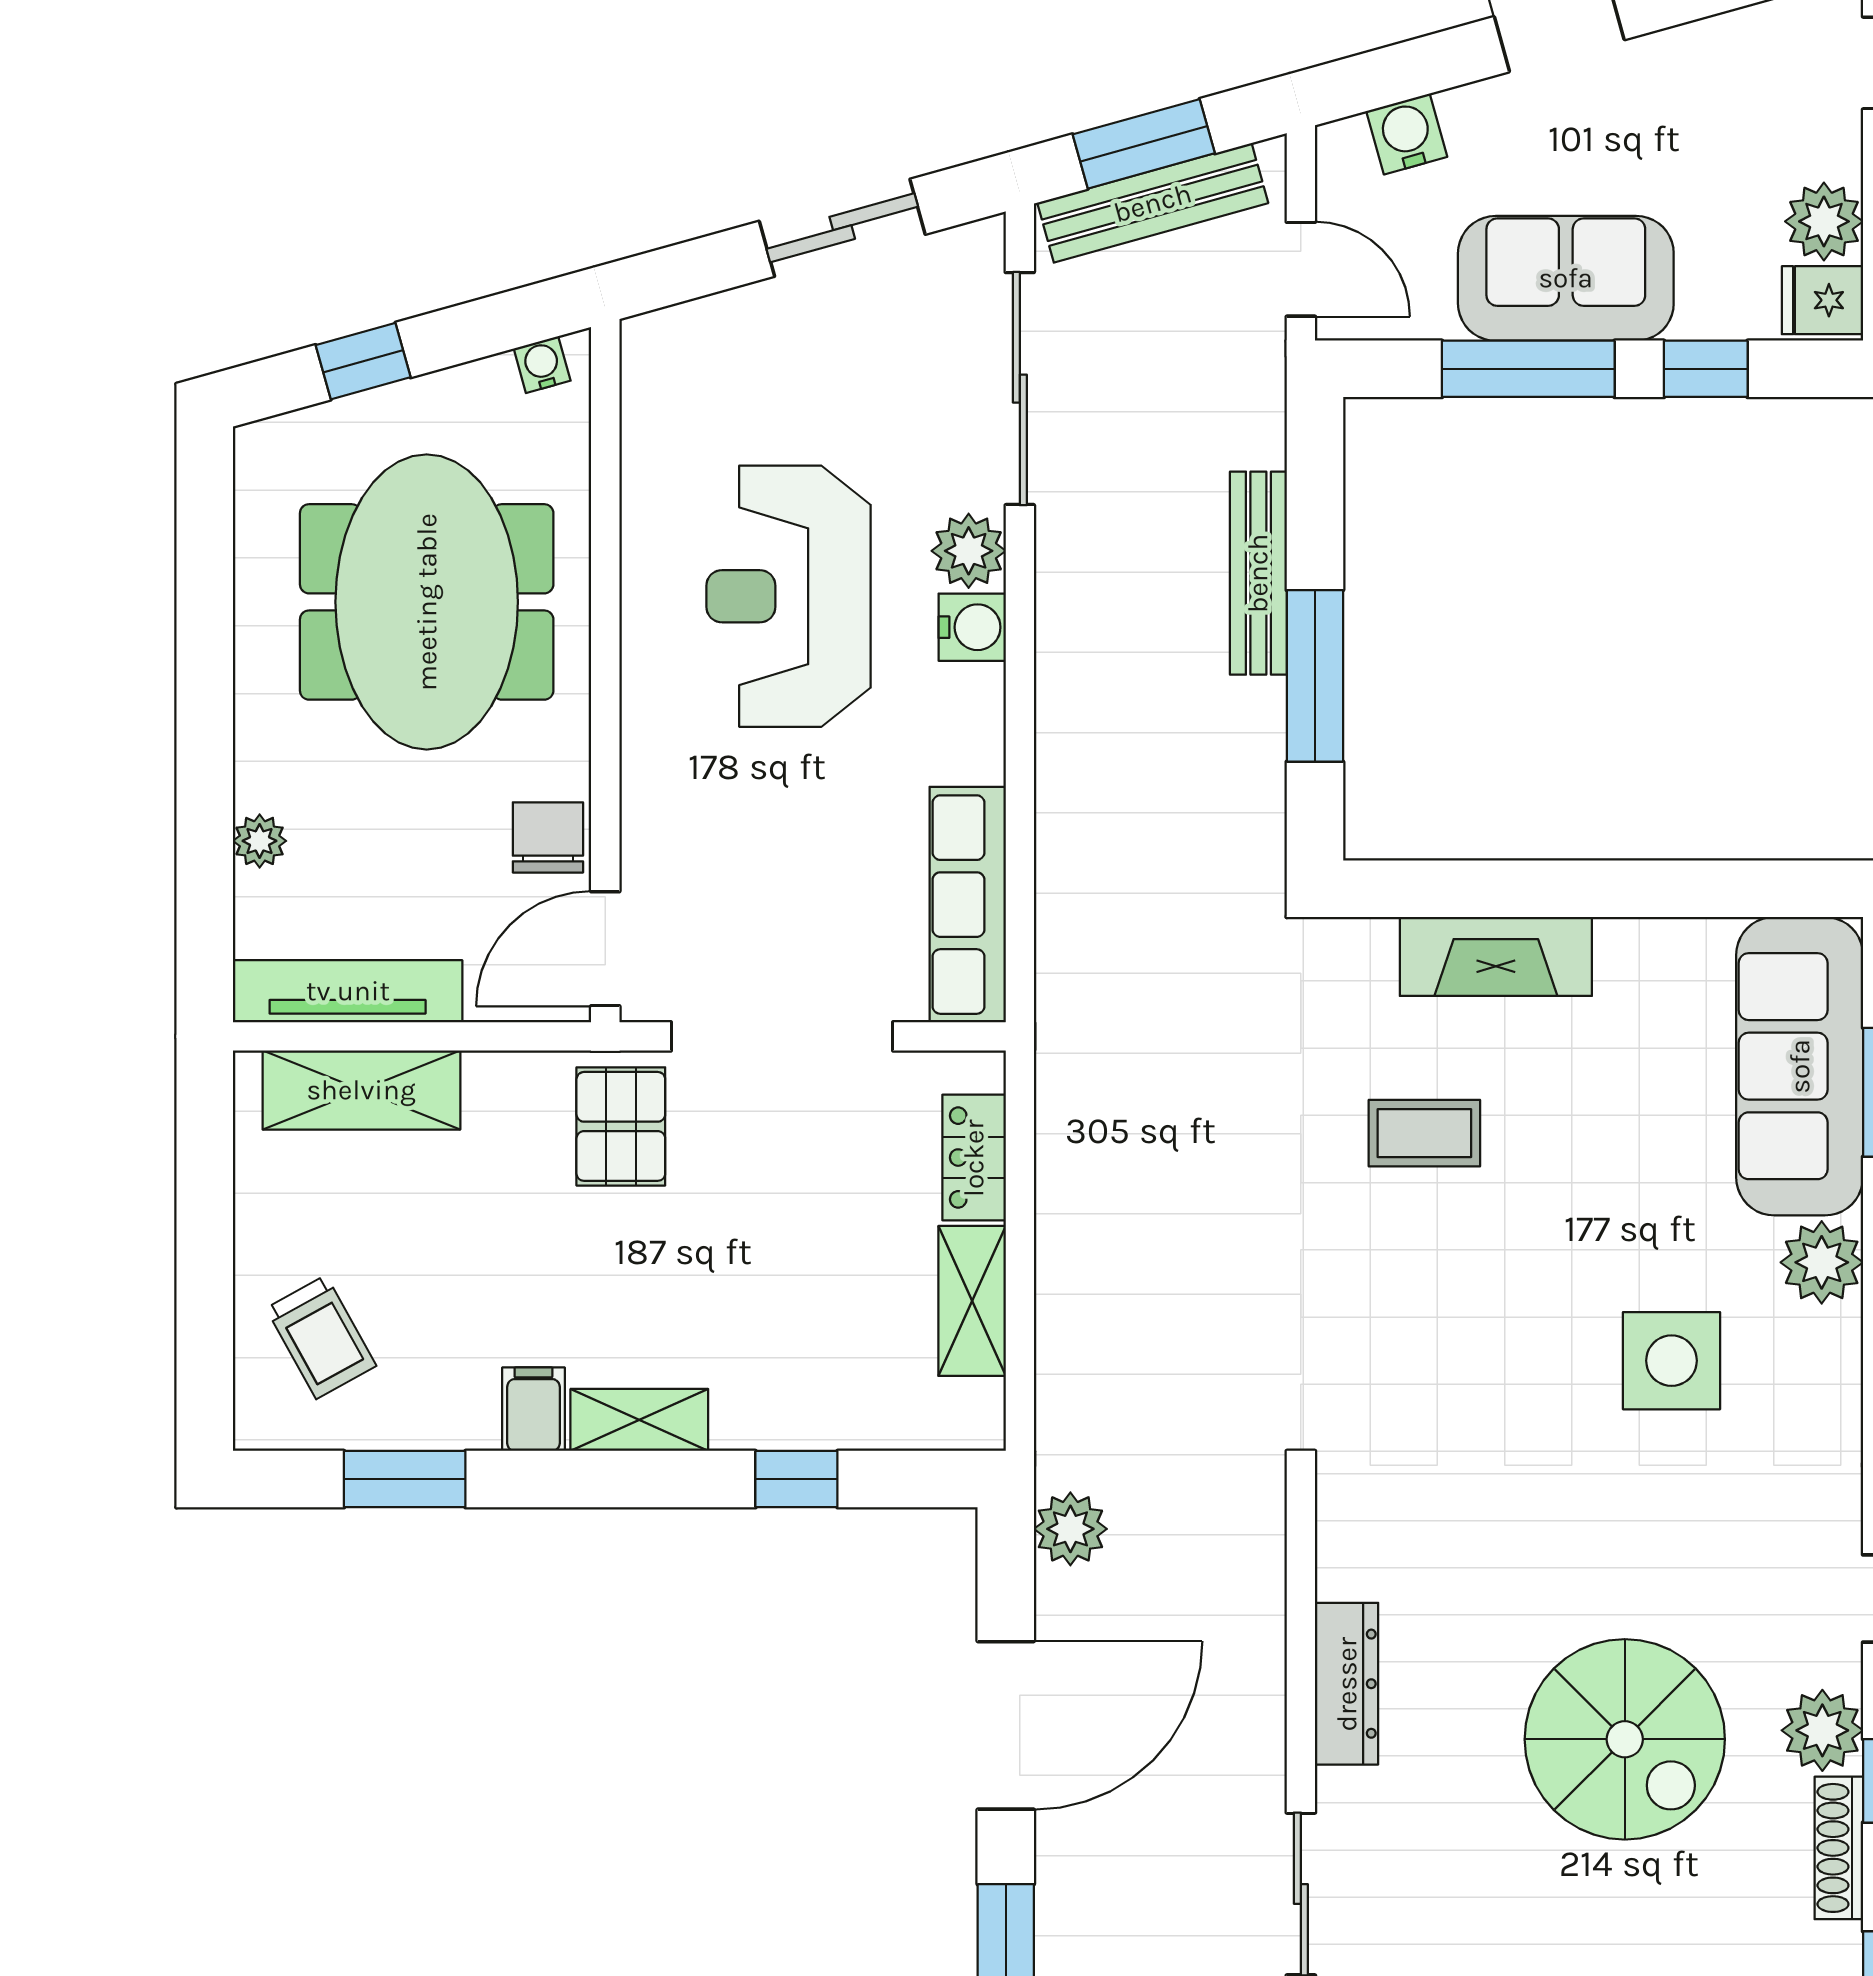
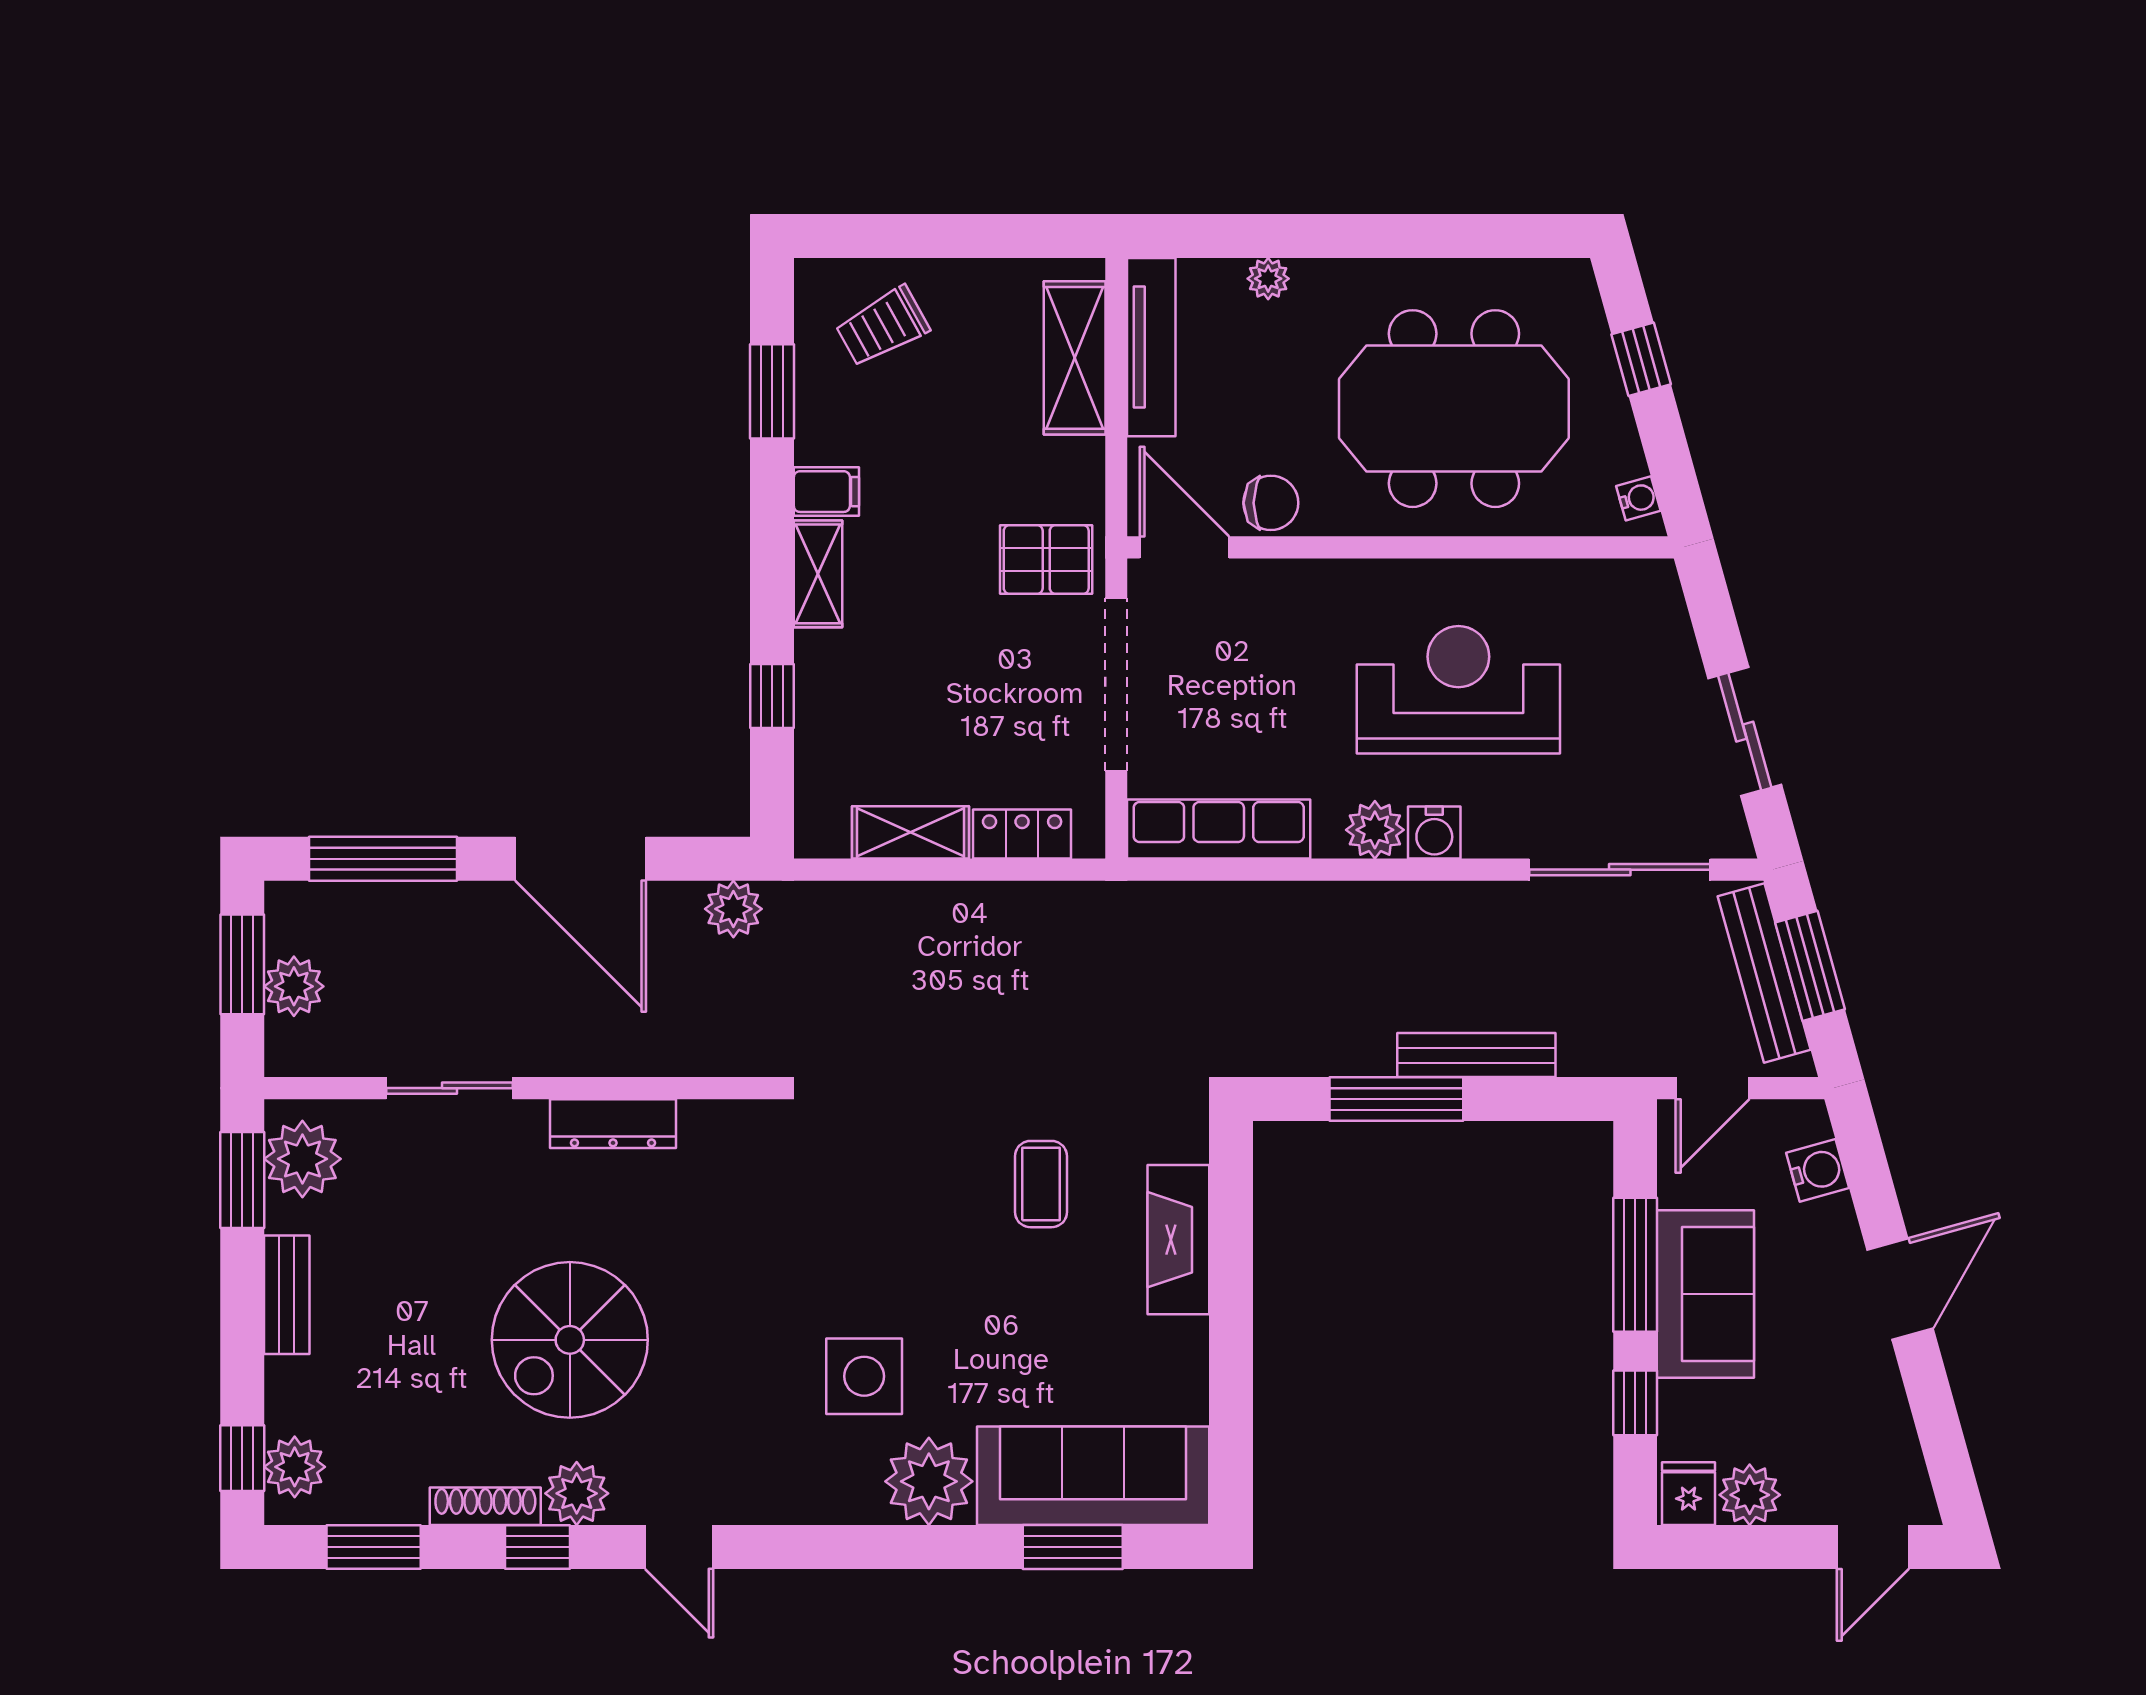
plant: (969, 551) -> (1375, 830), moved
plant: (1822, 1262) -> (929, 1481), width x1.36, depth x1.36

